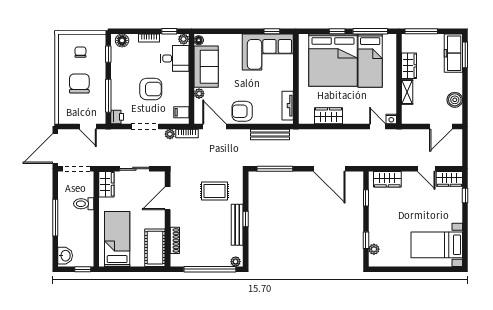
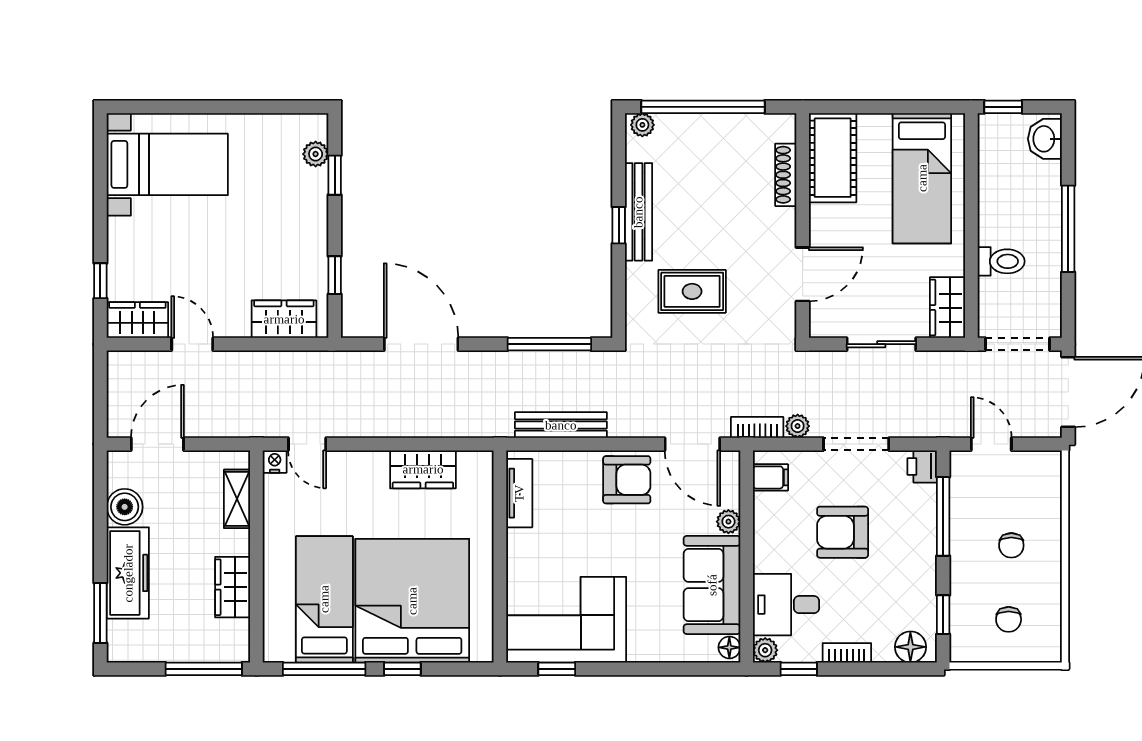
freezer: (453, 53) -> (128, 573), moved
chair: (79, 83) -> (1011, 545), width x0.54, depth x0.54
shelving: (407, 92) -> (237, 499), moved

